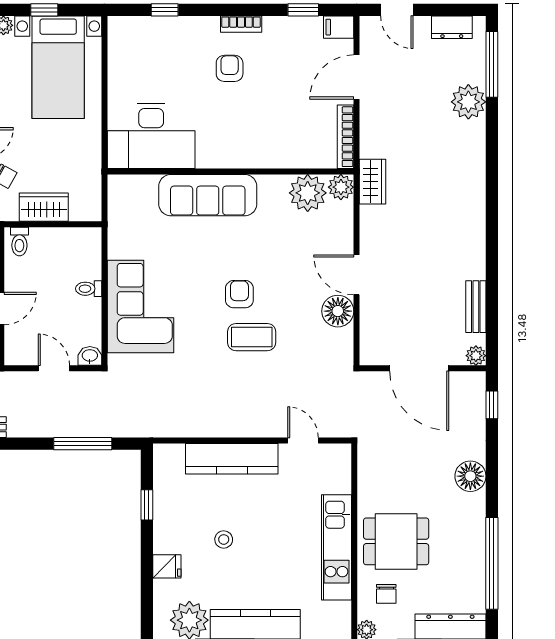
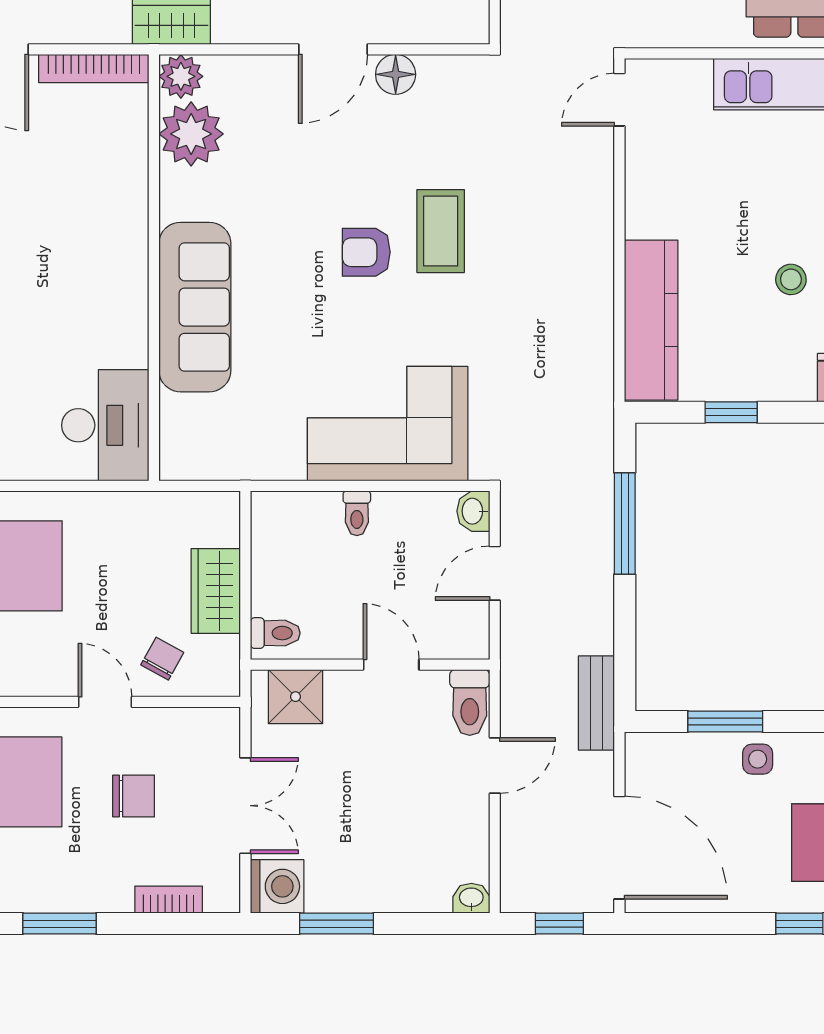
desk: (151, 136) -> (105, 425), width x0.73, depth x0.77
floor lamp: (338, 311) -> (396, 74), width x0.73, depth x0.73
door: (303, 440) -> (619, 100), moved
kitchen counter: (232, 459) -> (651, 320), moved

